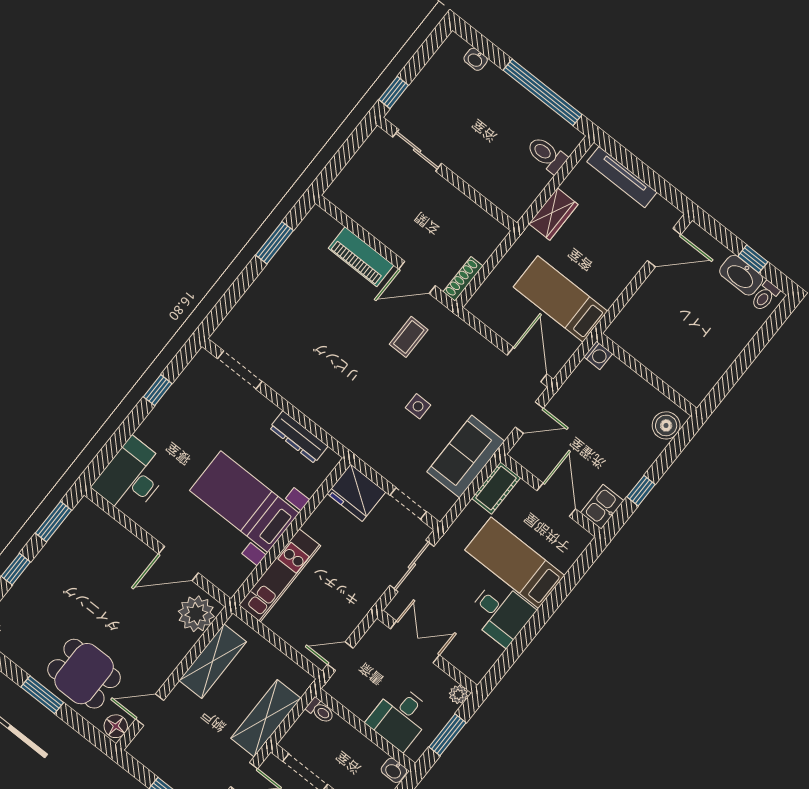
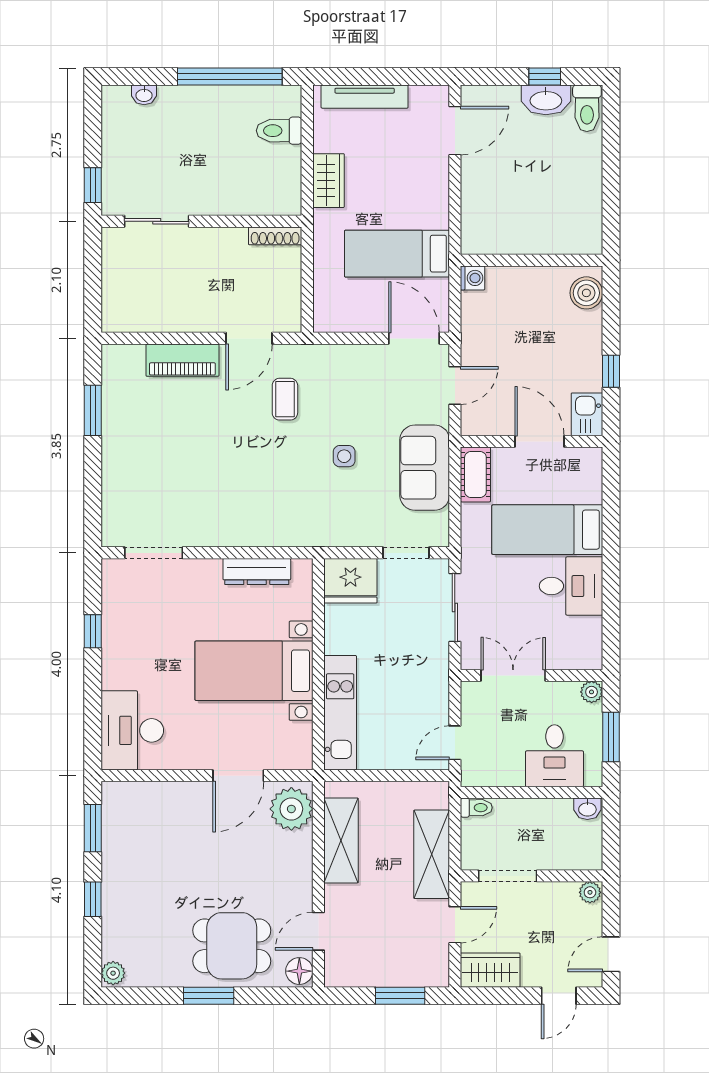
shoe rack: (463, 279) -> (275, 236), moved, turned -90
toilet: (765, 296) -> (587, 108), width x1.37, depth x1.39

